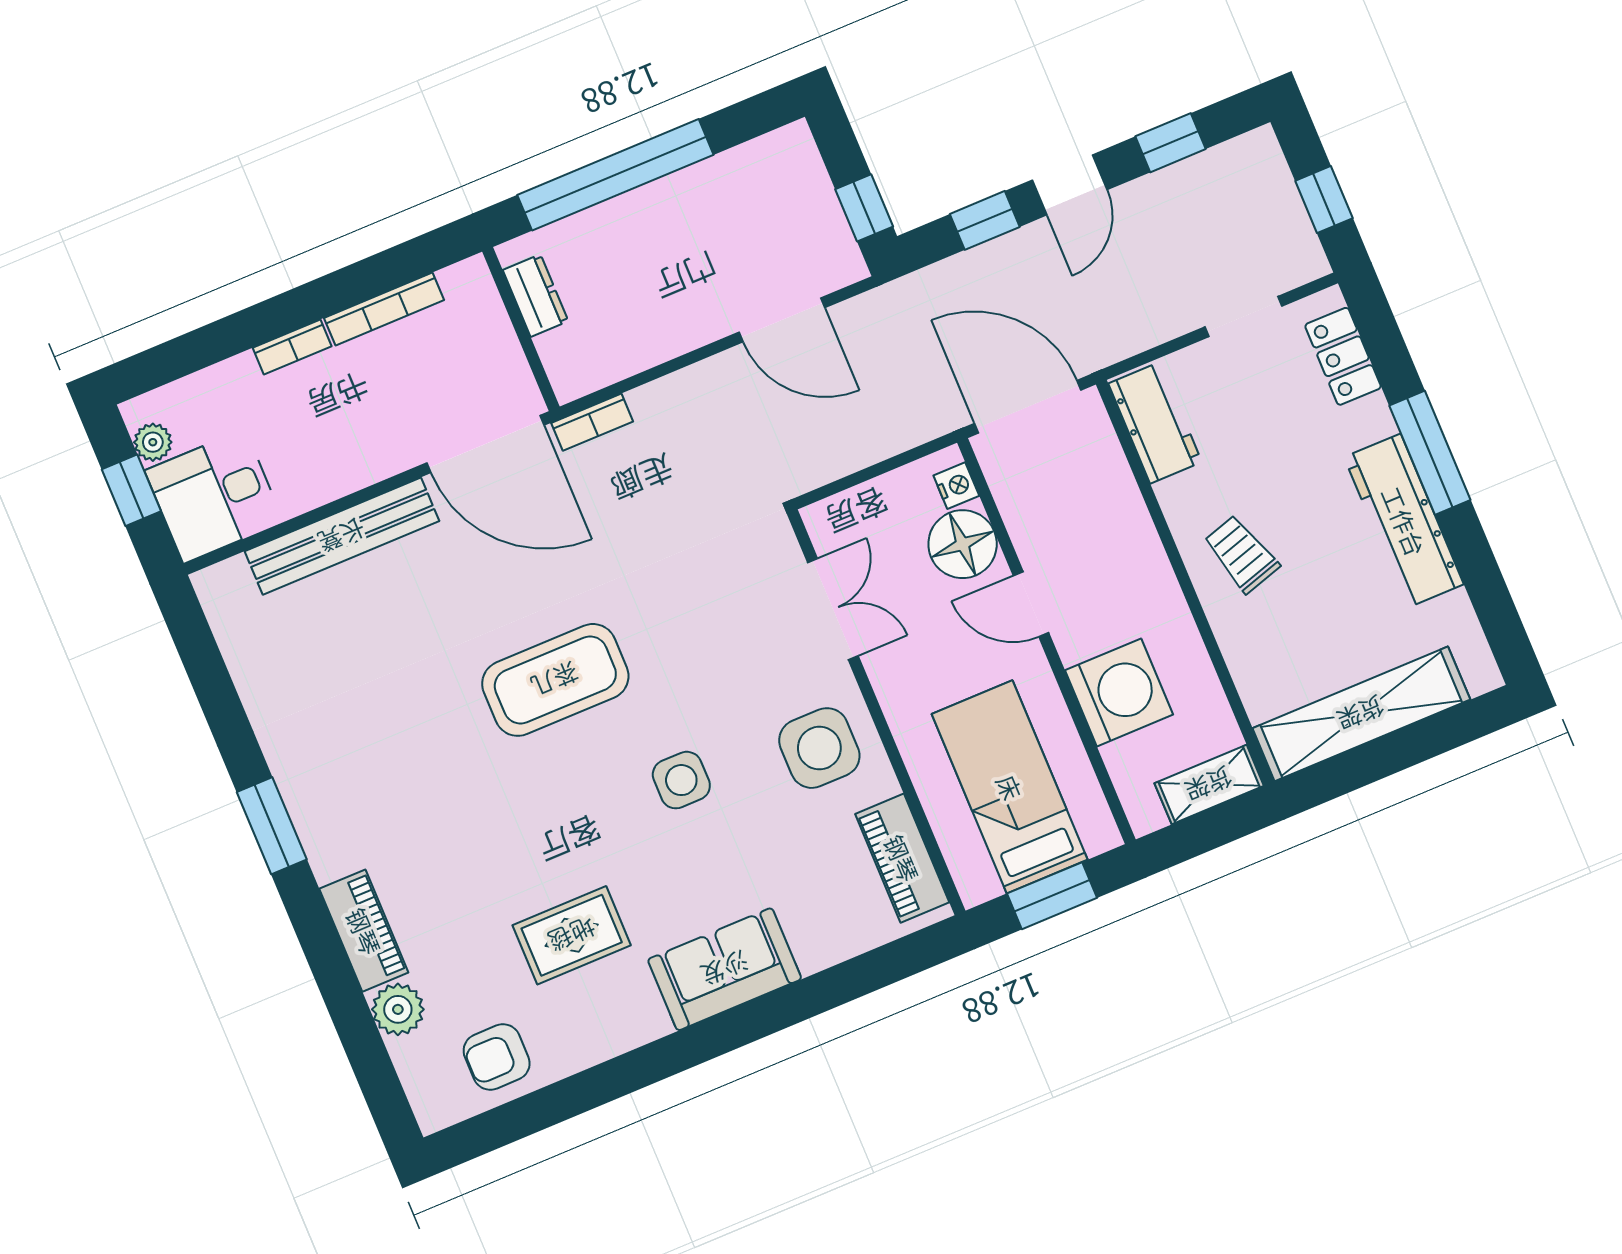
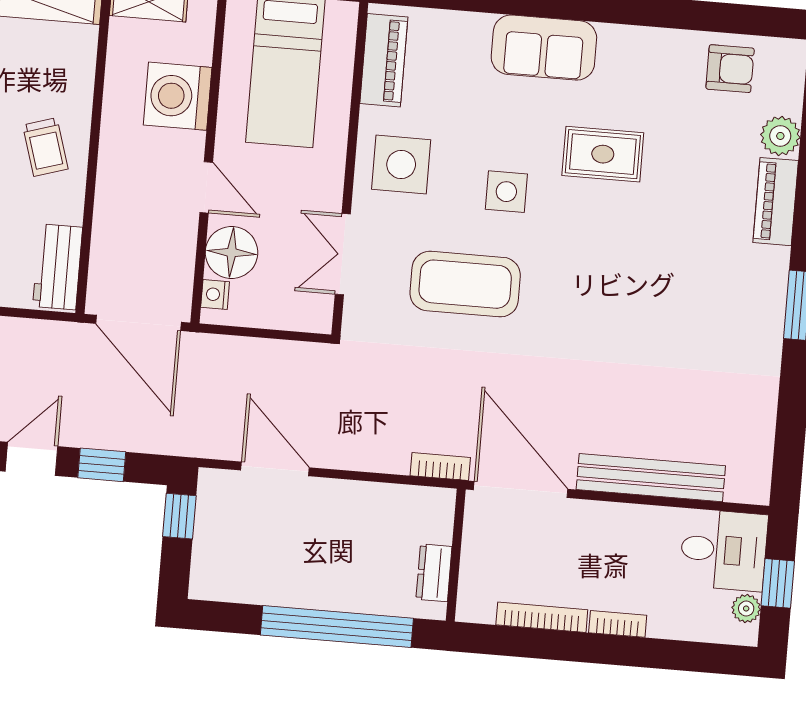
coffee table: (555, 680) -> (465, 284), moved
rug: (572, 935) -> (603, 154), moved

